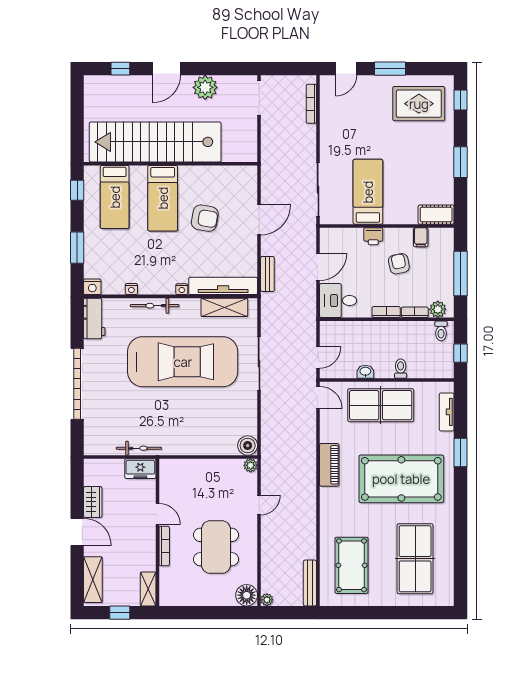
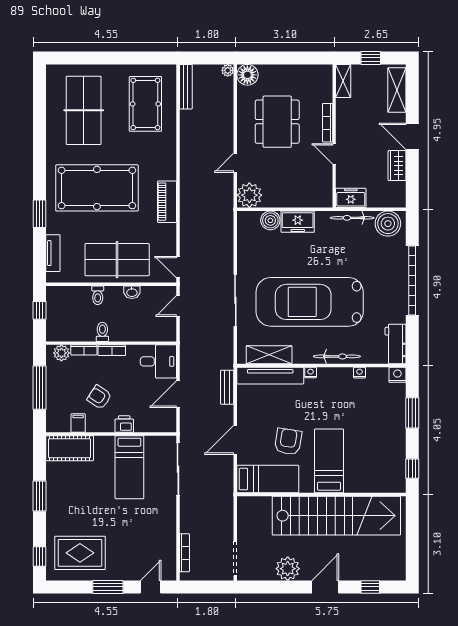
bed: (115, 197) -> (268, 479), moved, turned 90
cot: (436, 215) -> (70, 448), width x1.37, depth x1.34
armchair: (205, 218) -> (288, 441), turned 89
armchair: (399, 264) -> (99, 397), turned 135
toilet: (441, 331) -> (102, 332), moved
boiler: (102, 442) -> (388, 224), added
freezer: (195, 444) -> (298, 222), added
boiler: (248, 446) -> (270, 220), moved
plant: (251, 465) -> (249, 195), width x1.87, depth x1.87

